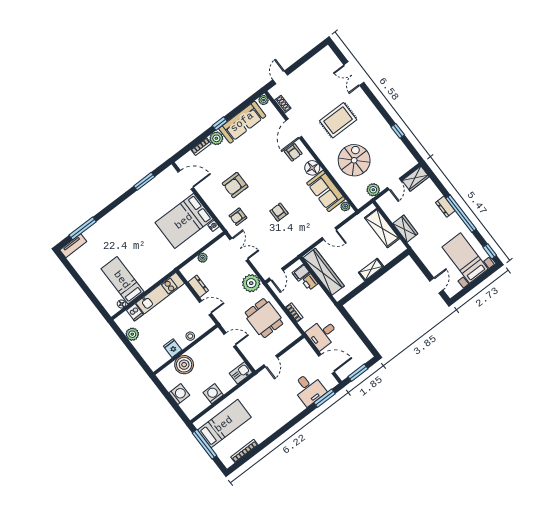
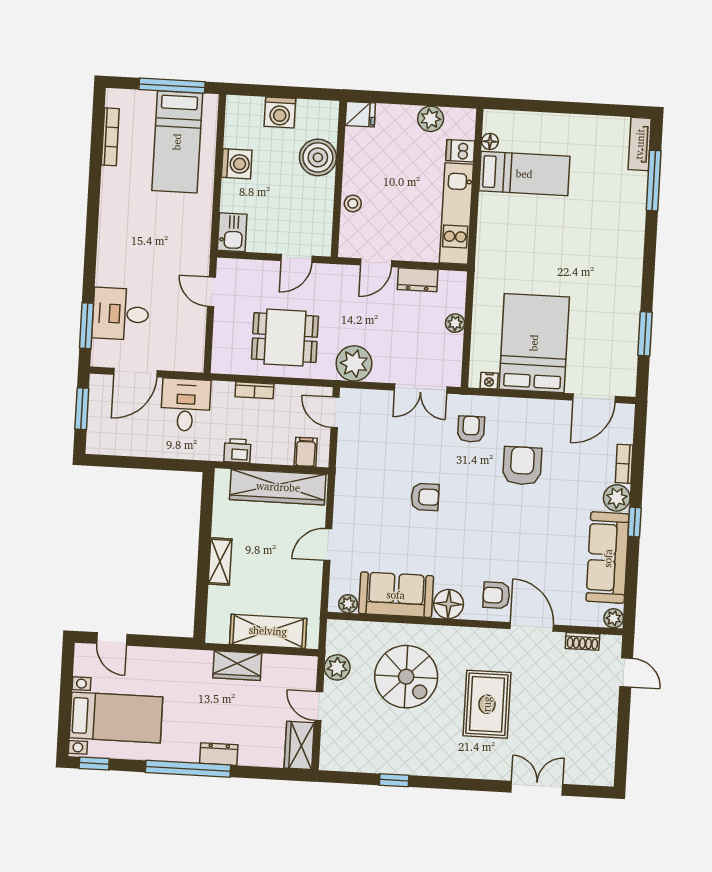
printer: (310, 282) -> (237, 451), moved
fridge: (173, 348) -> (360, 114), moved

